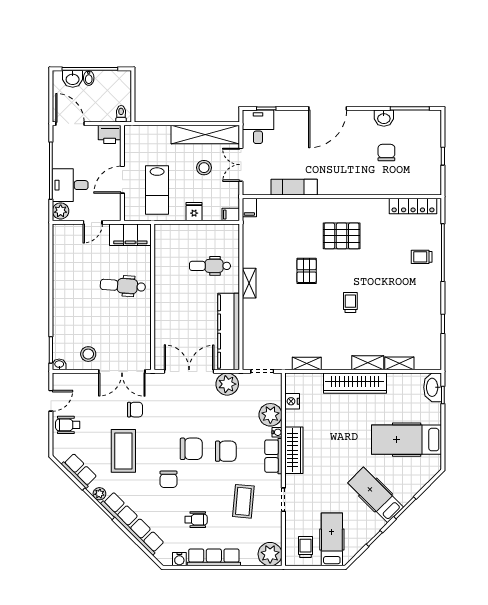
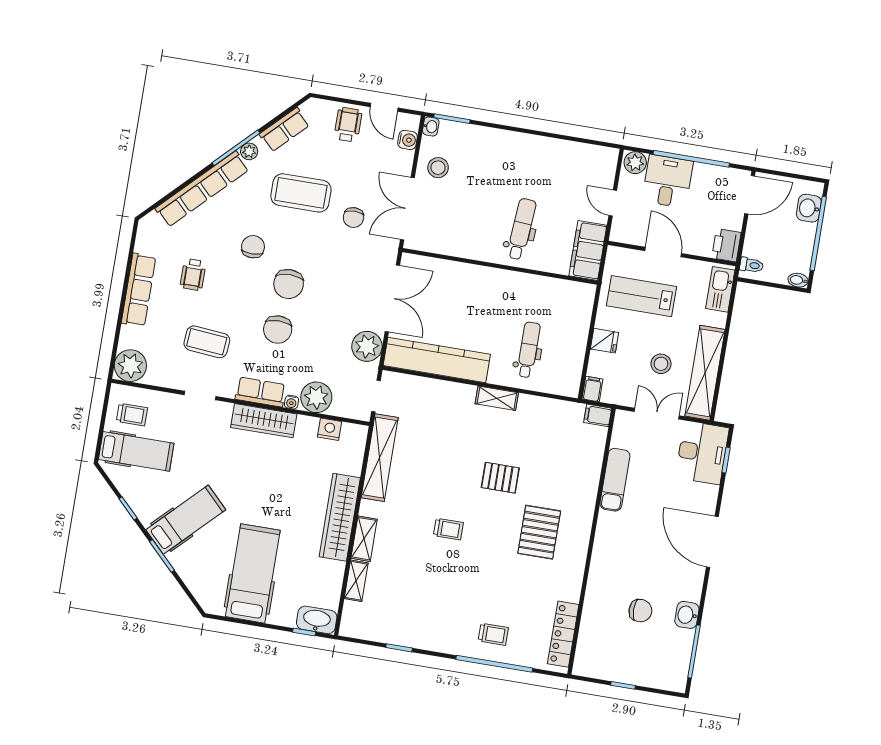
bidet: (89, 78) -> (798, 280), moved
desk: (258, 127) -> (702, 453), width x1.37
kitchen sink: (142, 134) -> (720, 289), added
trolley: (422, 257) -> (493, 634), turned 90
shelving: (307, 363) -> (380, 458), width x2.20, depth x1.33
chair: (168, 479) -> (253, 247), turned 90
water cooler: (179, 559) -> (408, 140), moved, turned 180

